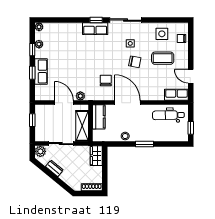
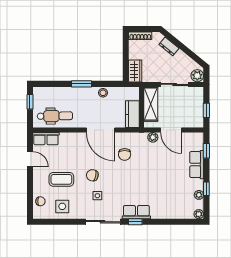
window: (32, 73) -> (206, 151), moved
dresser: (54, 168) -> (169, 46), moved

